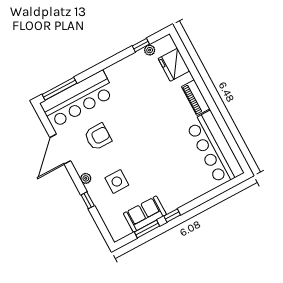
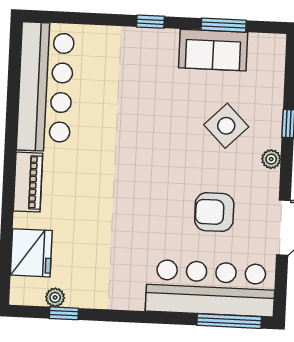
side table: (117, 181) -> (226, 126), turned 45
window: (172, 215) -> (150, 22), moved

